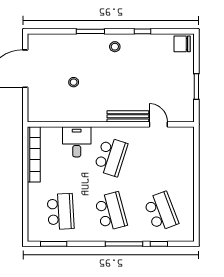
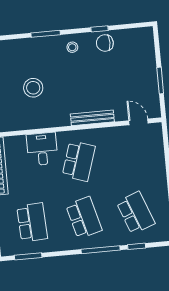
chair: (182, 44) -> (105, 43), moved
stool: (74, 82) -> (33, 88), width x1.89, depth x1.89
door: (158, 124) -> (138, 122), moved

